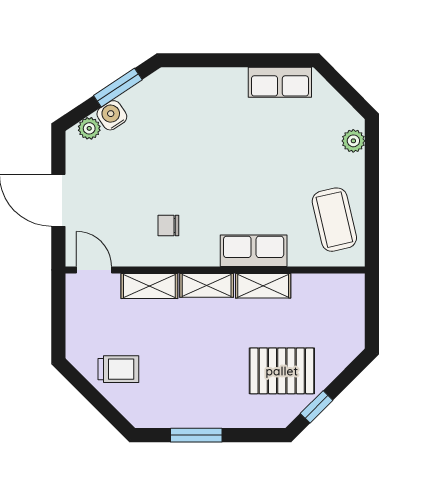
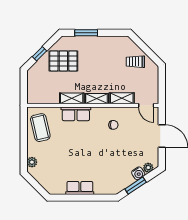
row of seats: (280, 82) -> (80, 188), moved
window: (317, 407) -> (39, 54), moved
window: (196, 435) -> (86, 33), moved

